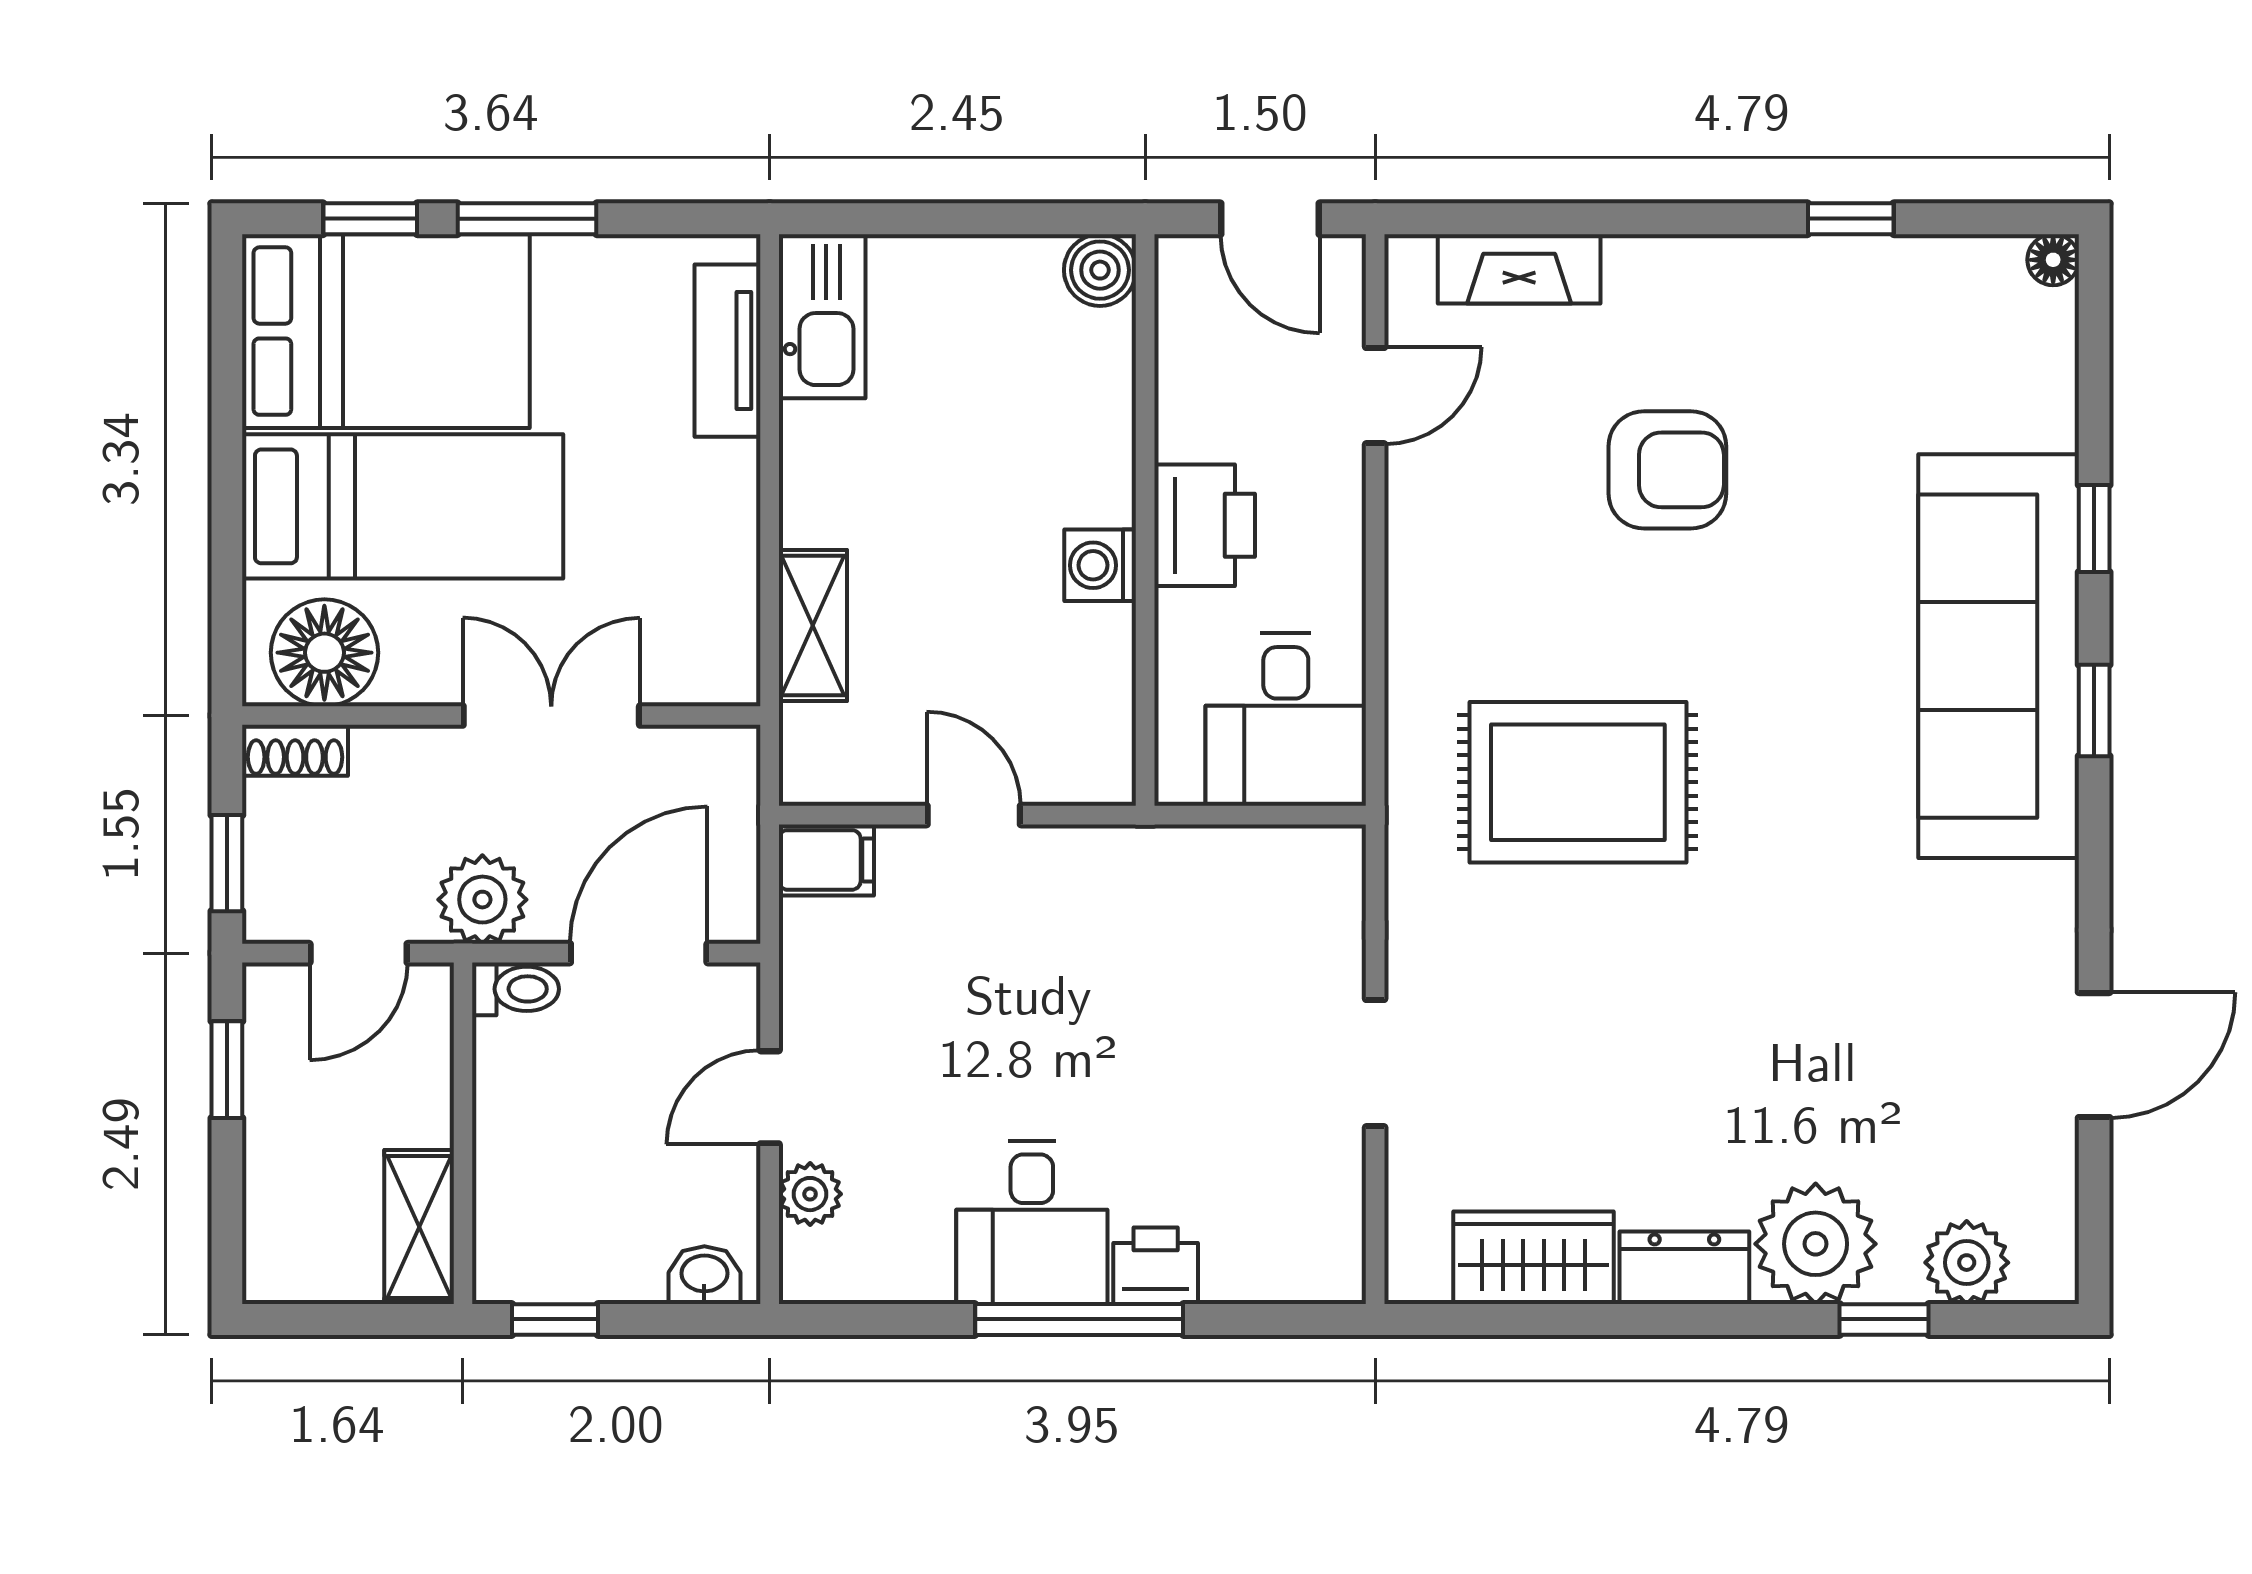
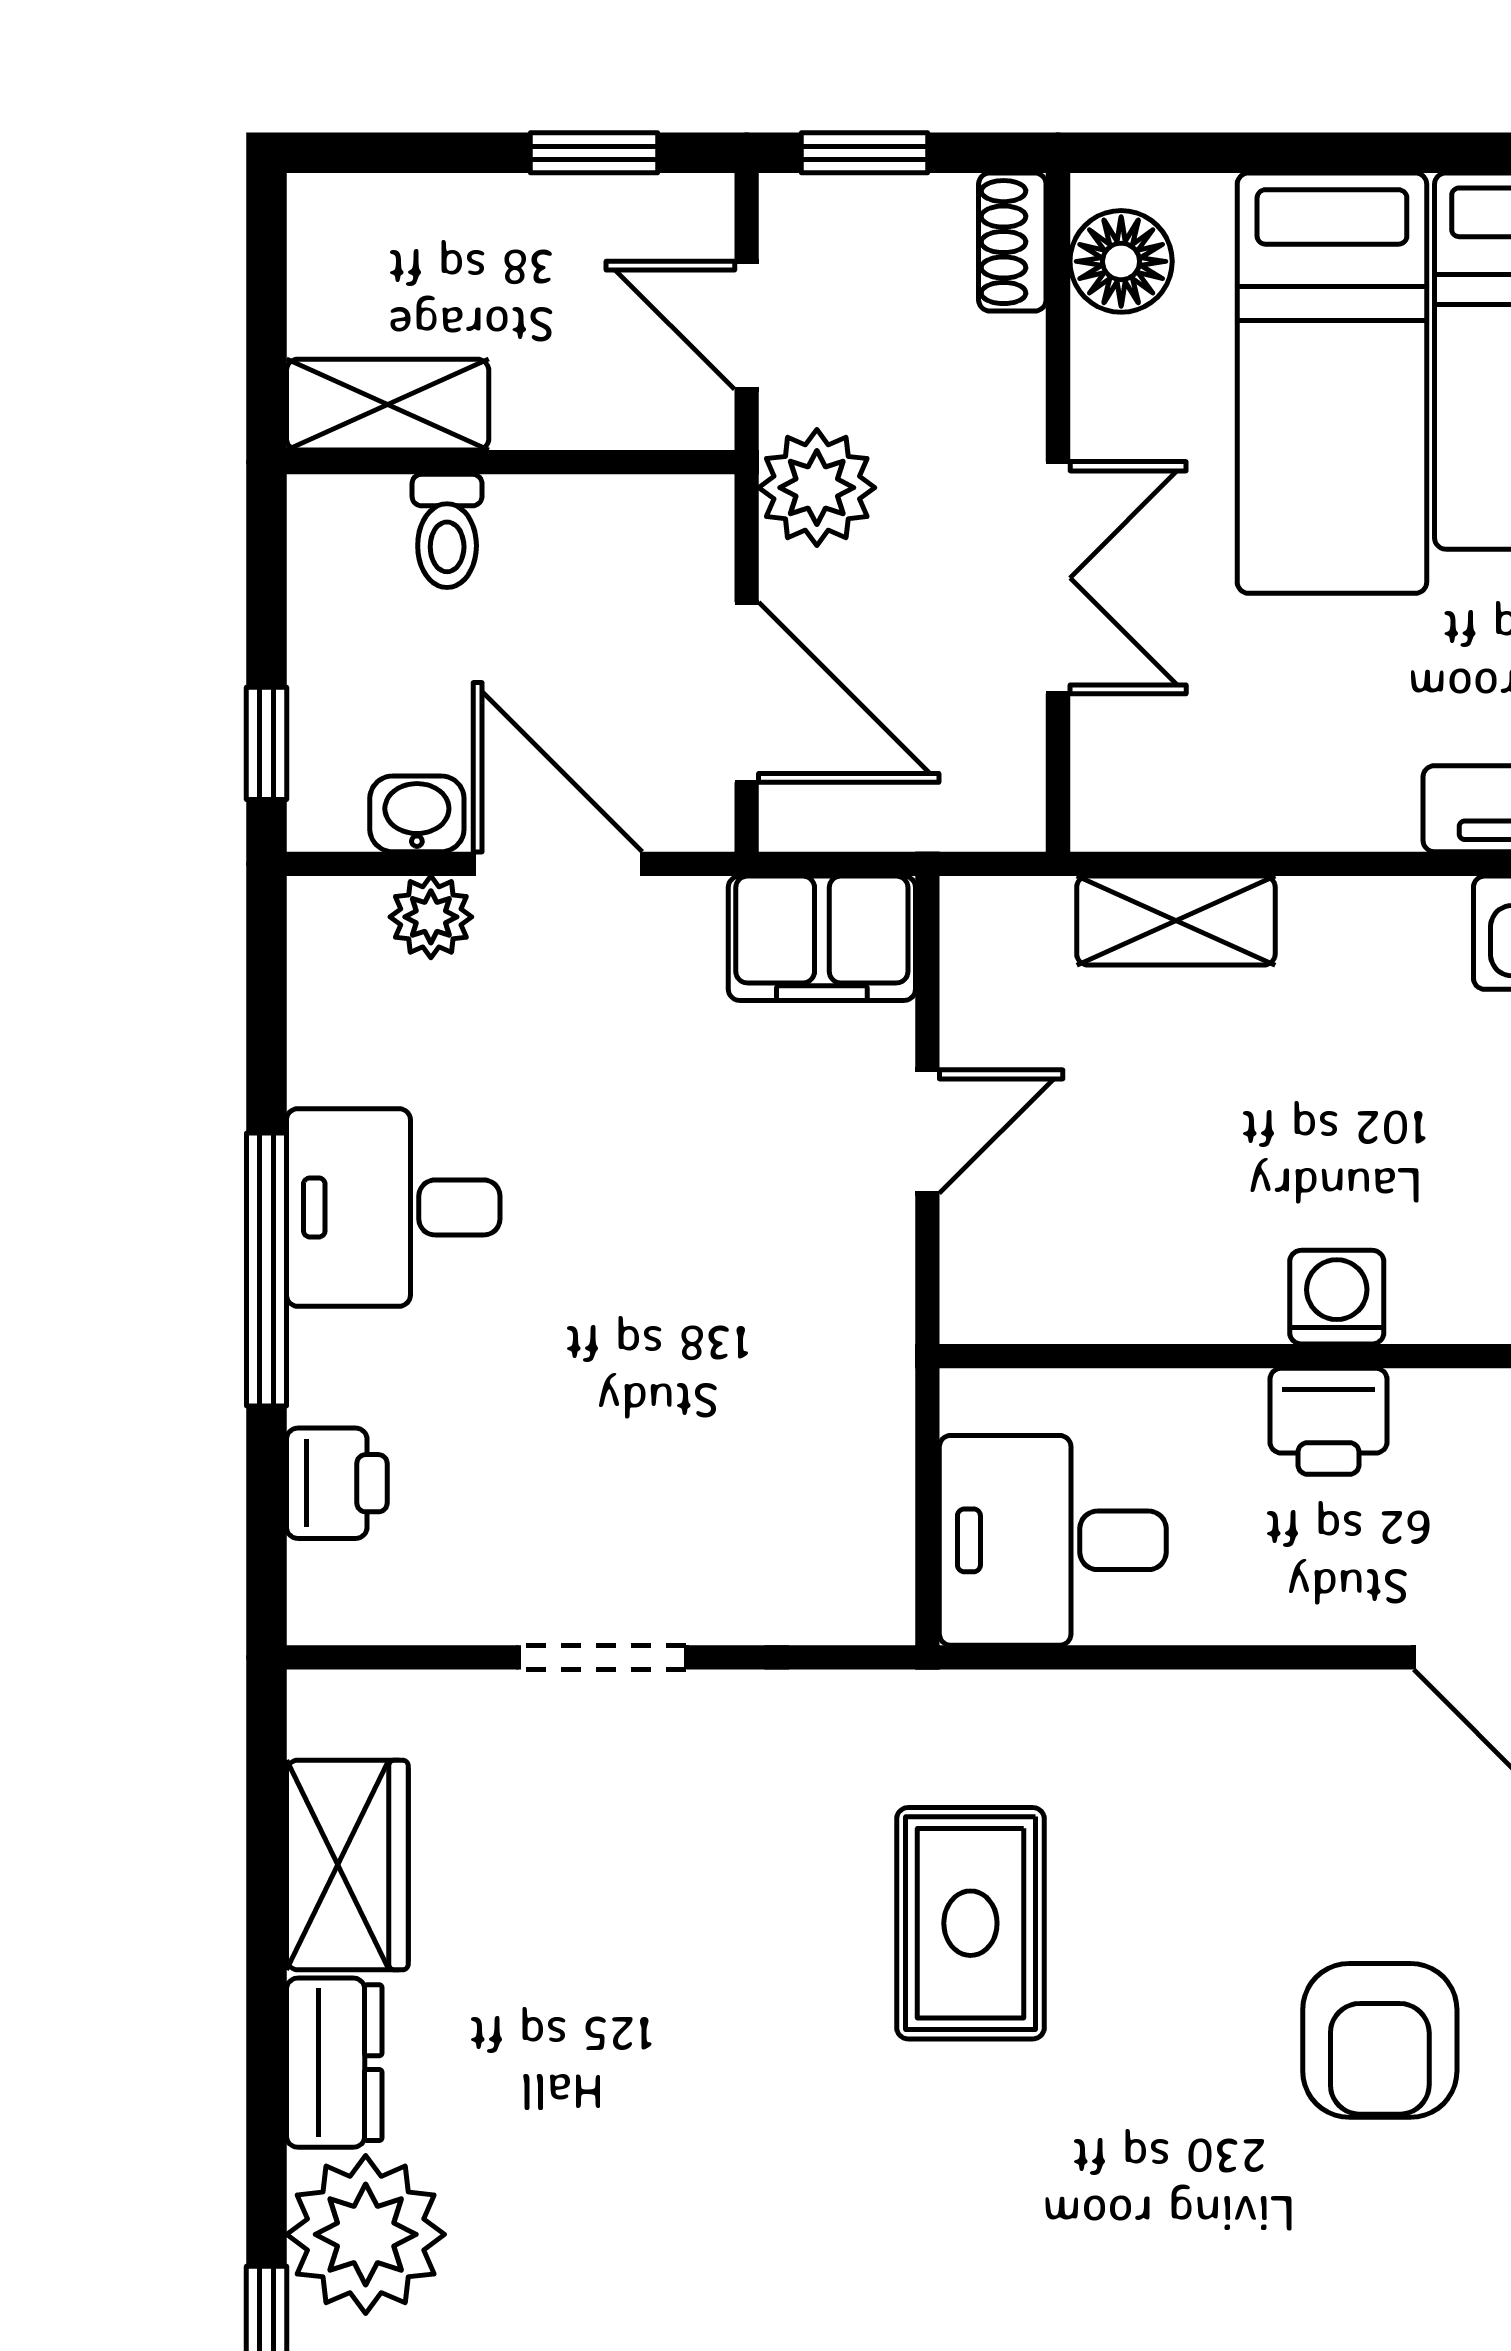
printer: (1205, 525) -> (1328, 1421), width x0.73, depth x0.81
washing machine: (1100, 565) -> (1337, 1297), moved
floor lamp: (324, 653) -> (1121, 261), width x0.73, depth x0.73
rug: (1578, 782) -> (970, 1923), width x0.73, depth x0.70
filing cabinet: (826, 860) -> (822, 938), width x2.00
toilet: (516, 989) -> (447, 531), moved
door: (770, 1097) -> (558, 864), width x1.38
printer: (1156, 1266) -> (337, 1483), moved
washbasin: (704, 1275) -> (417, 814), moved, turned -90
window: (555, 1319) -> (266, 743), moved

